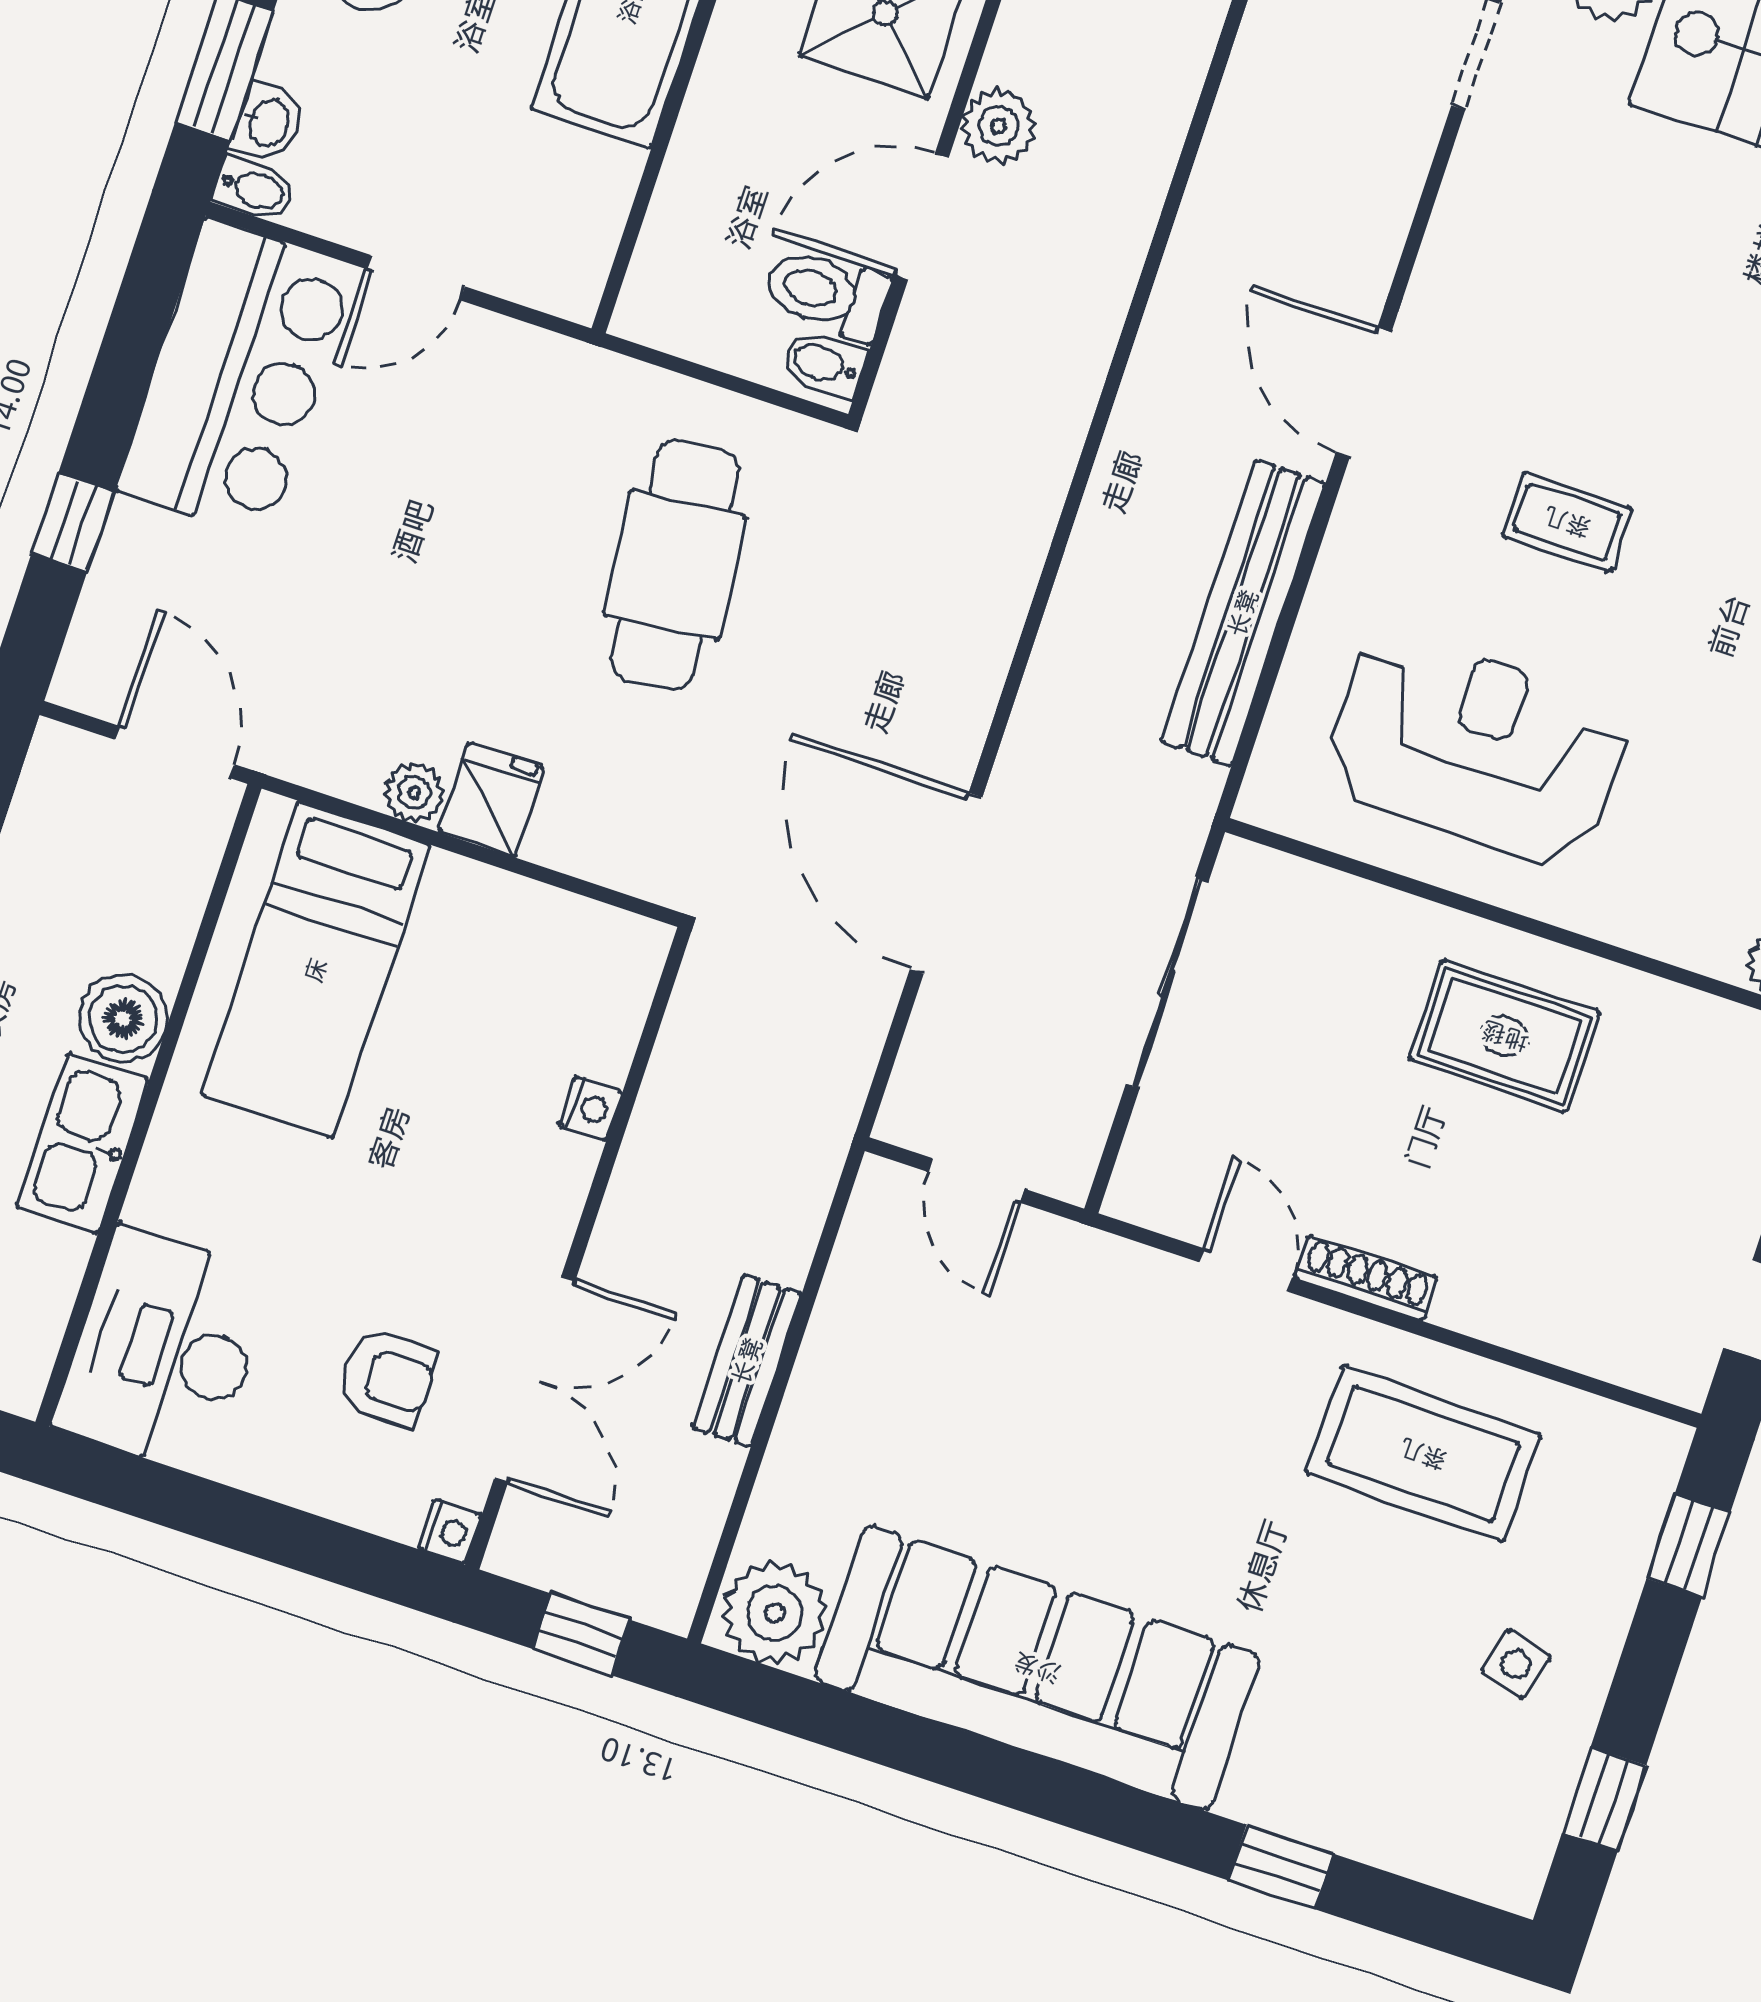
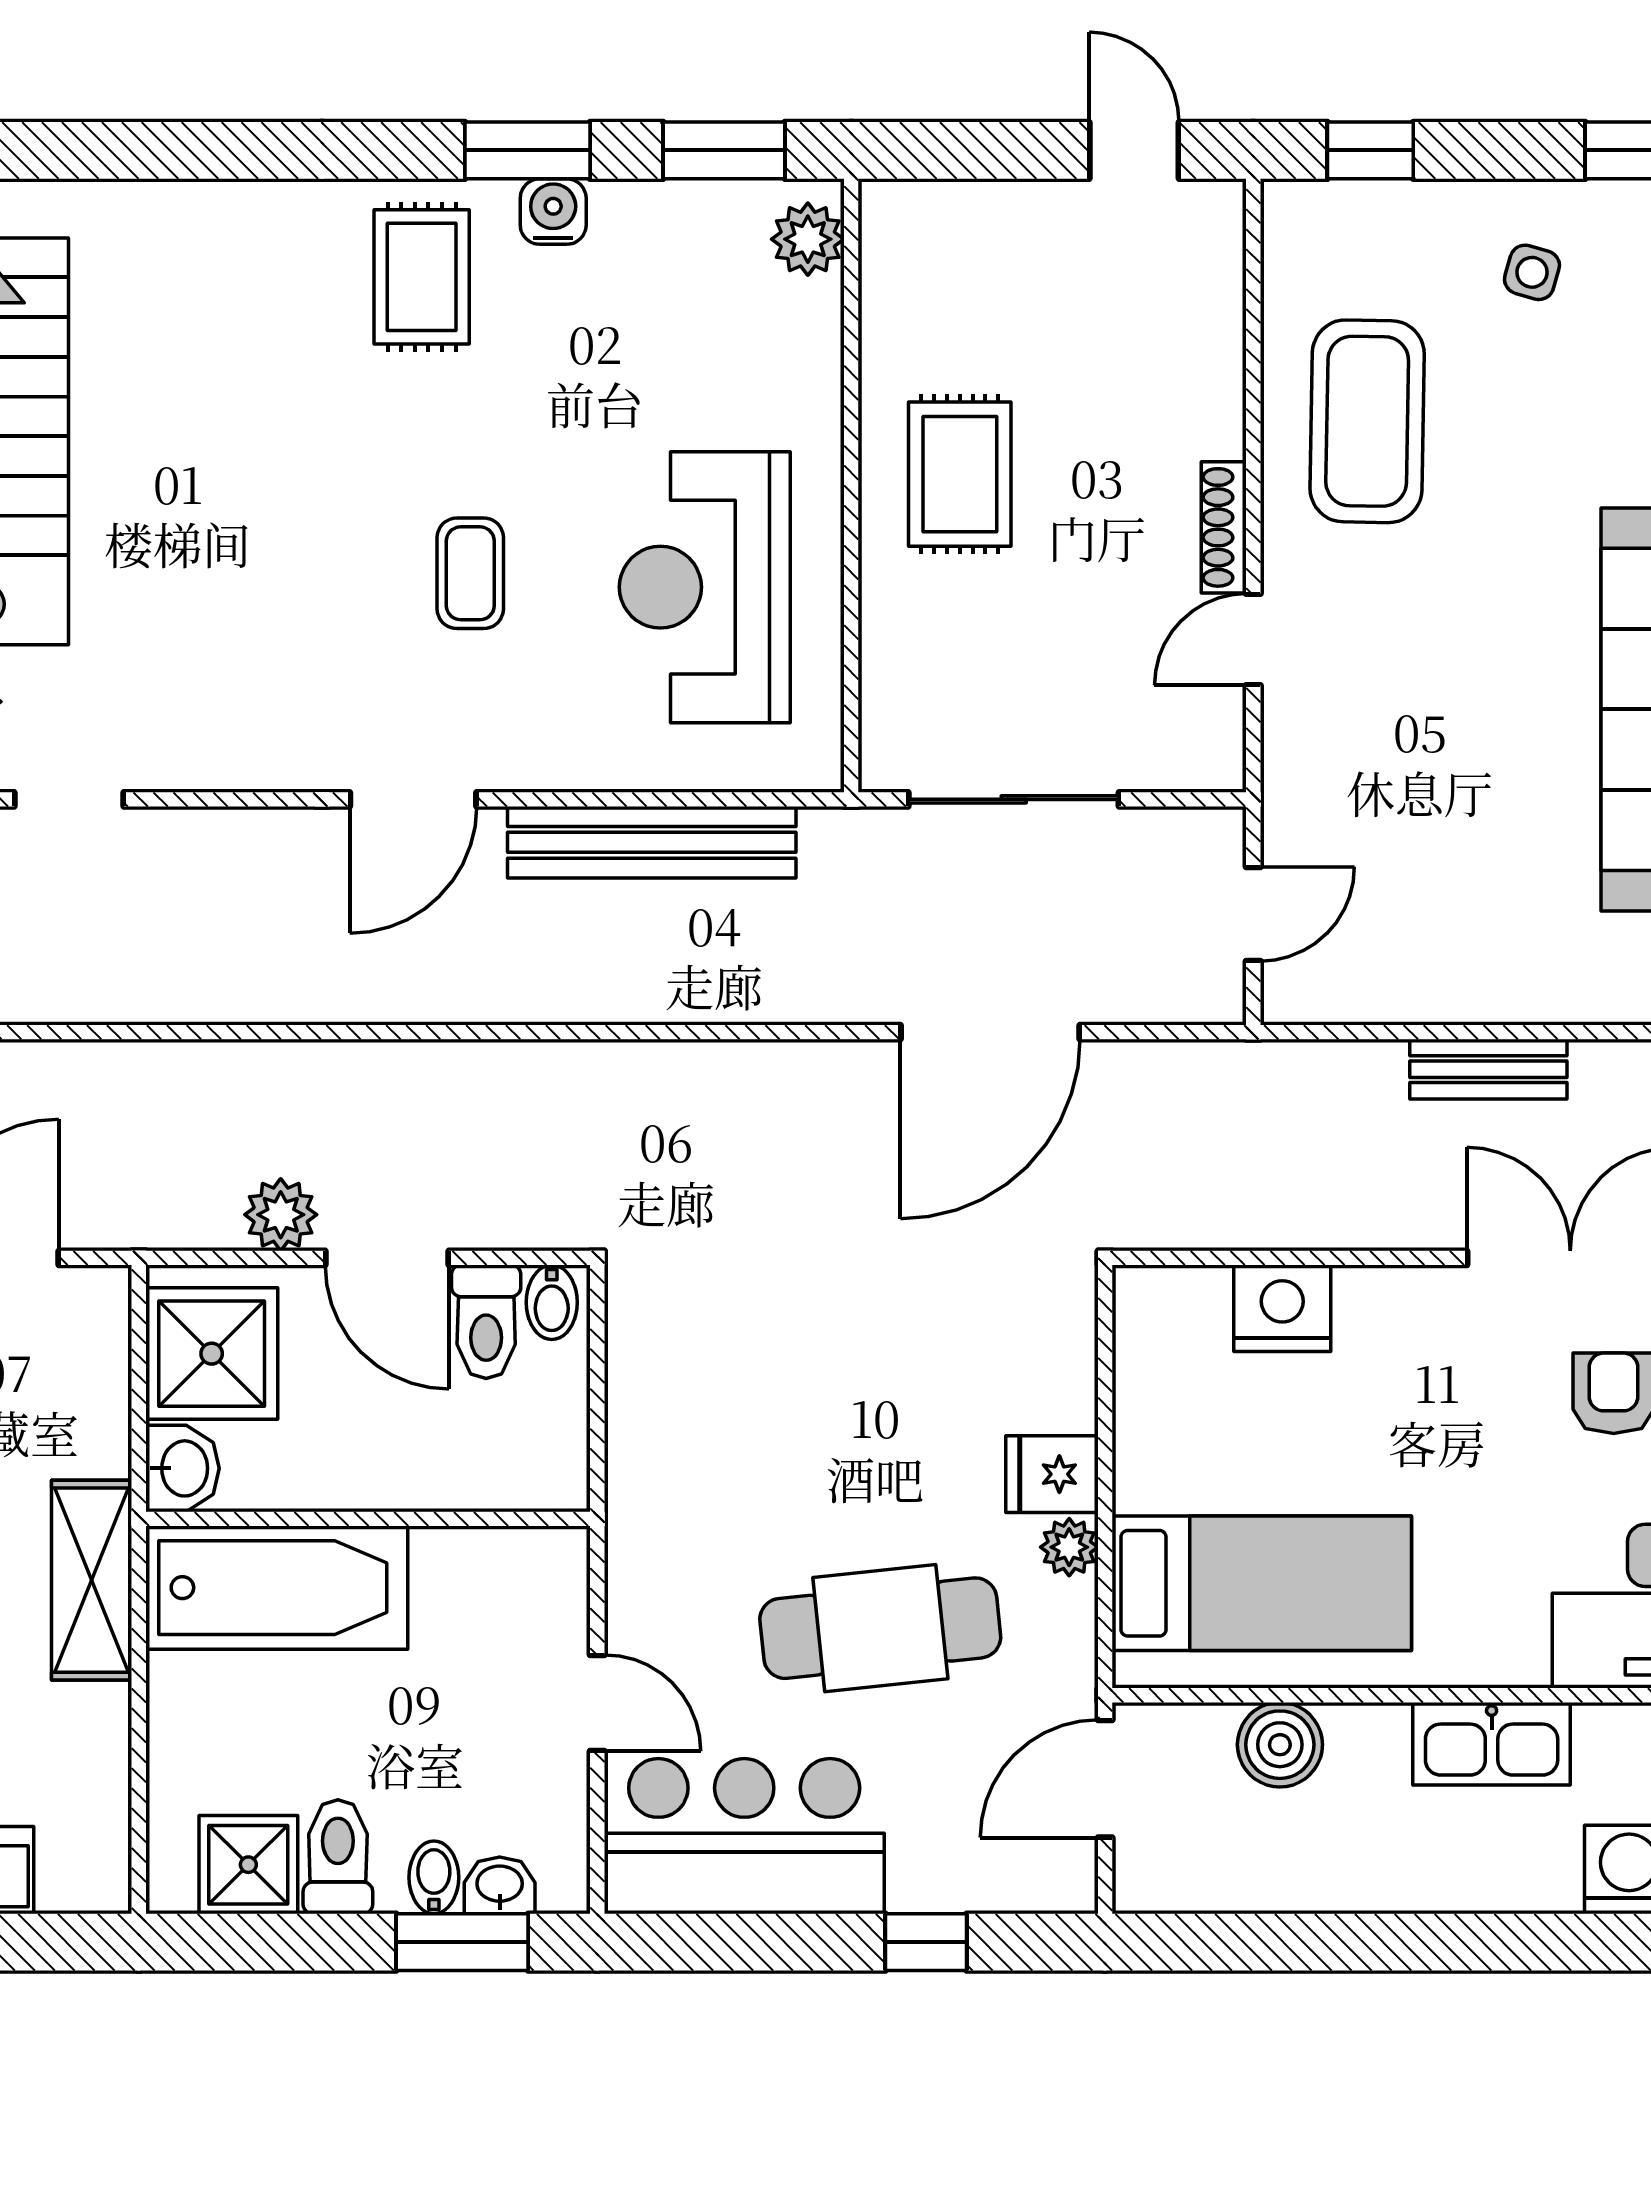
bidet: (254, 189) -> (434, 1877), moved
cafe table: (675, 565) -> (880, 1628), moved
boiler: (123, 1019) -> (1280, 1745), moved
nightstand: (591, 1109) -> (1282, 1308), width x1.89, depth x1.79

